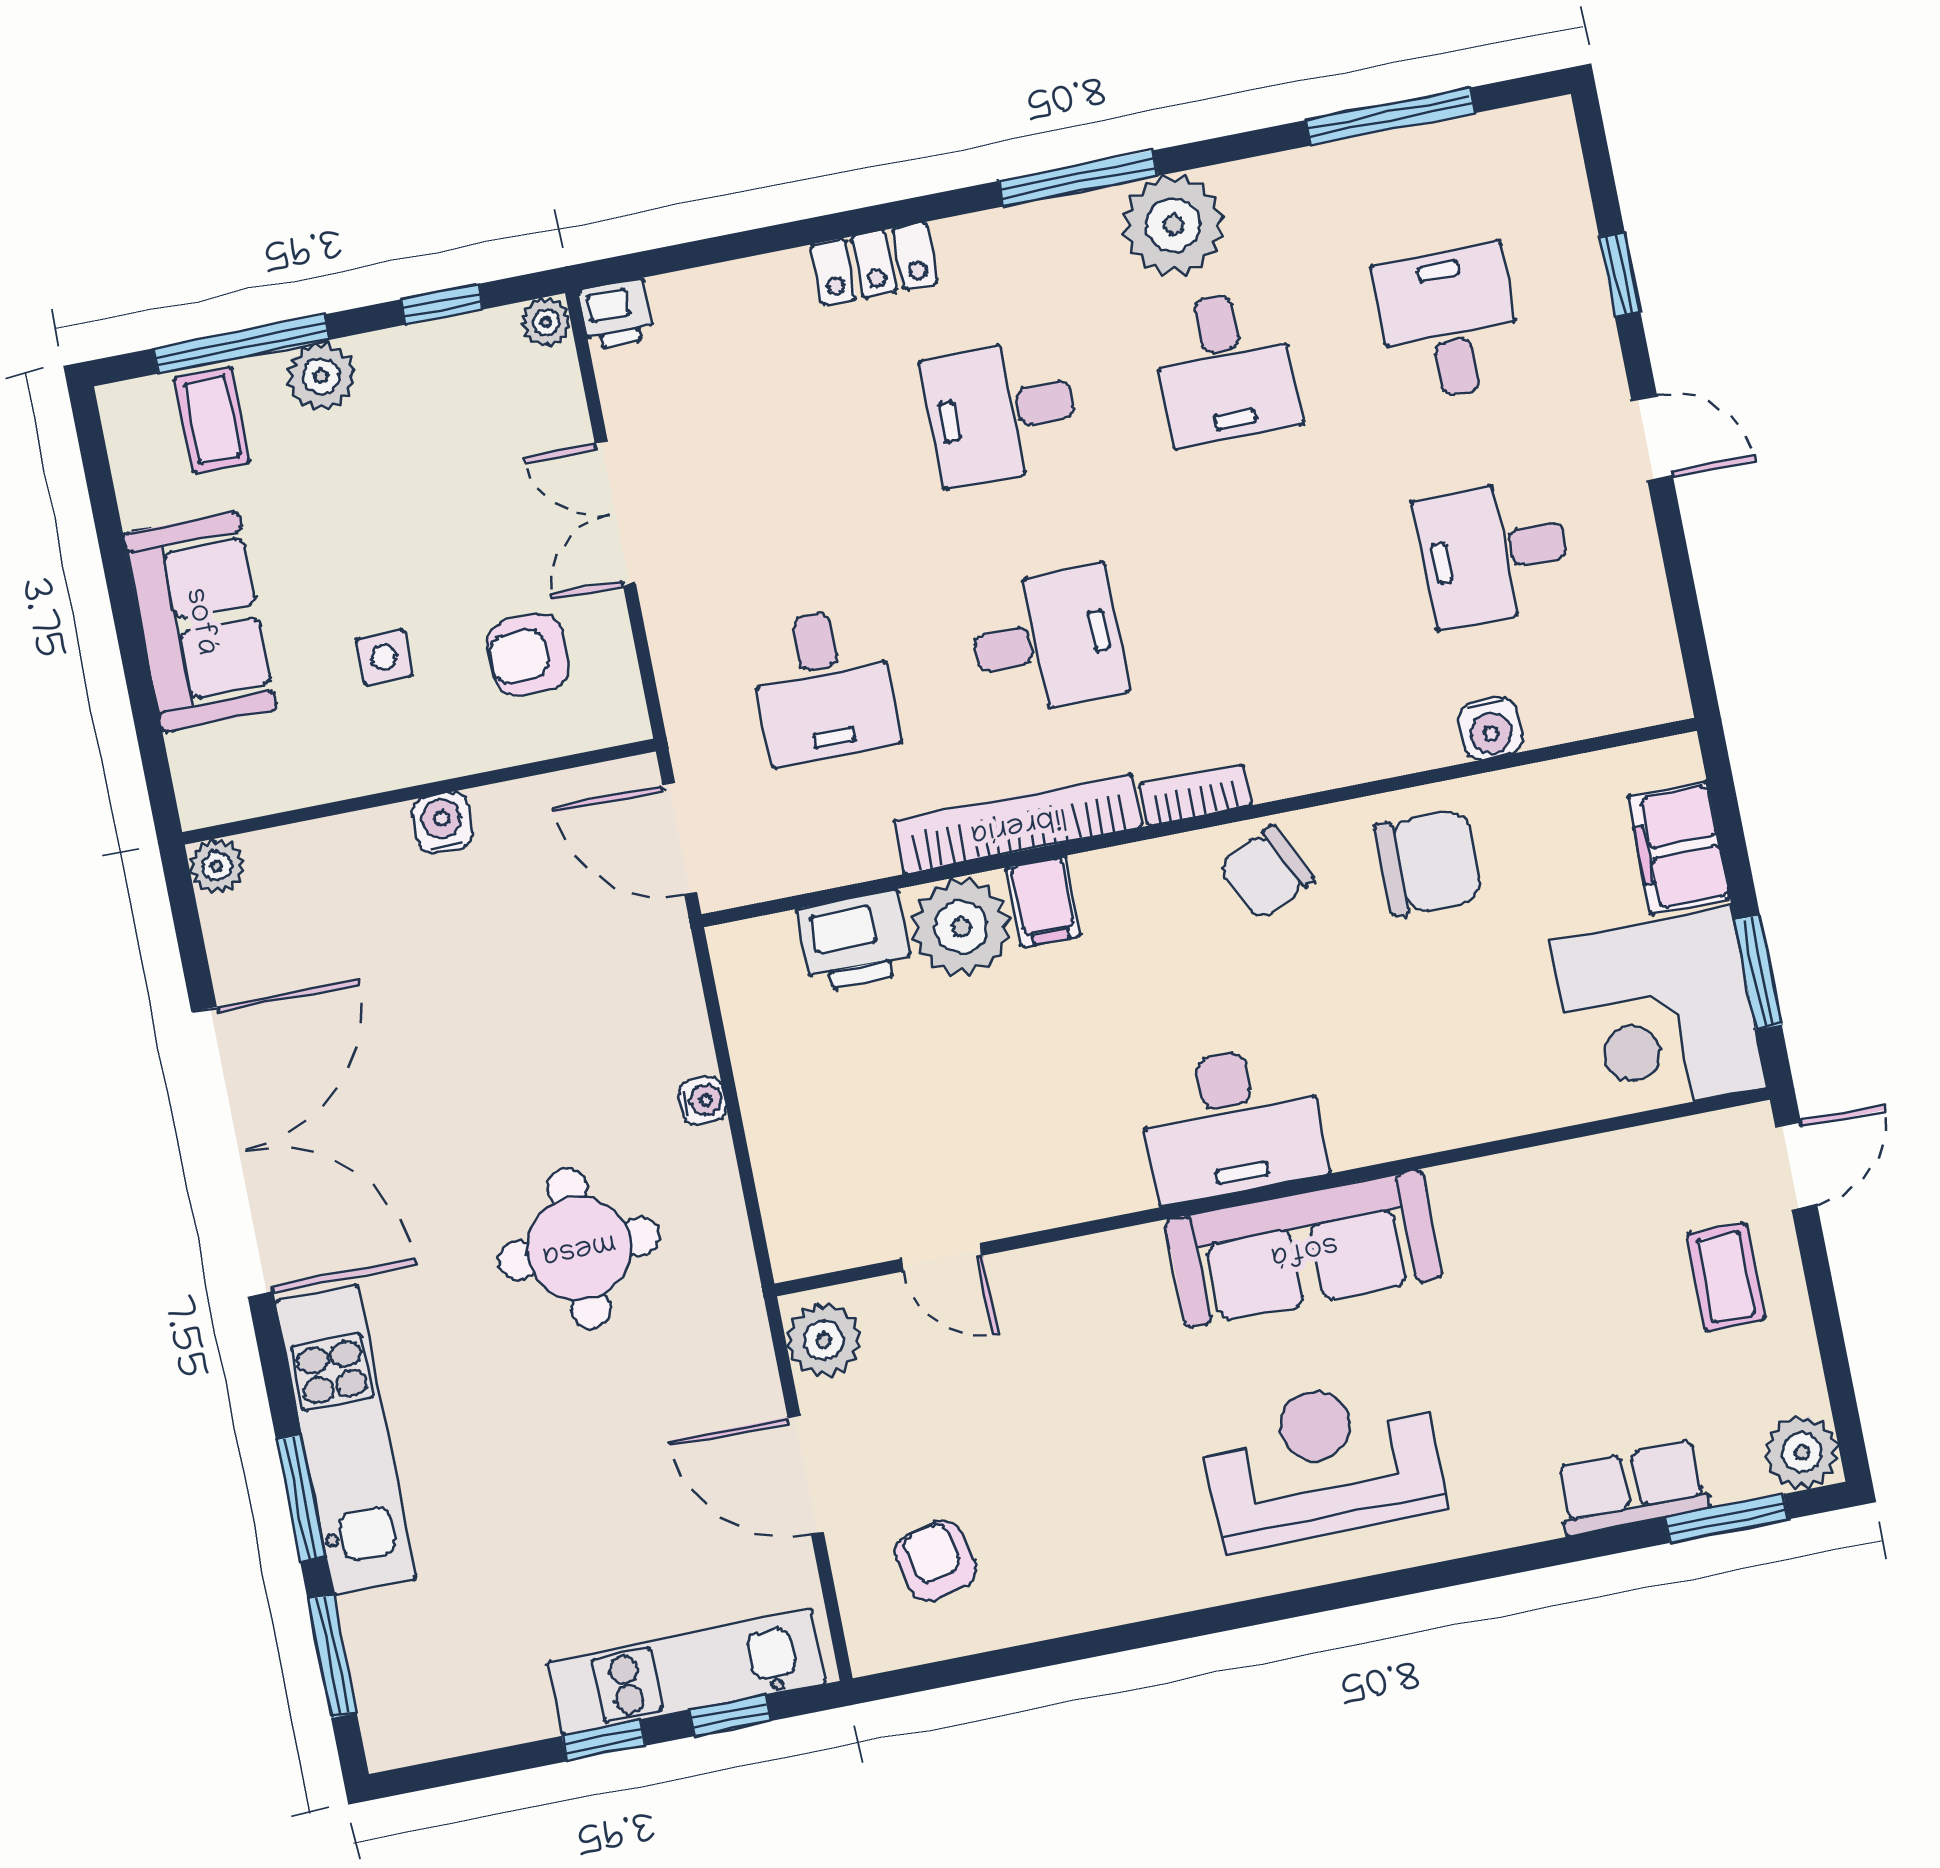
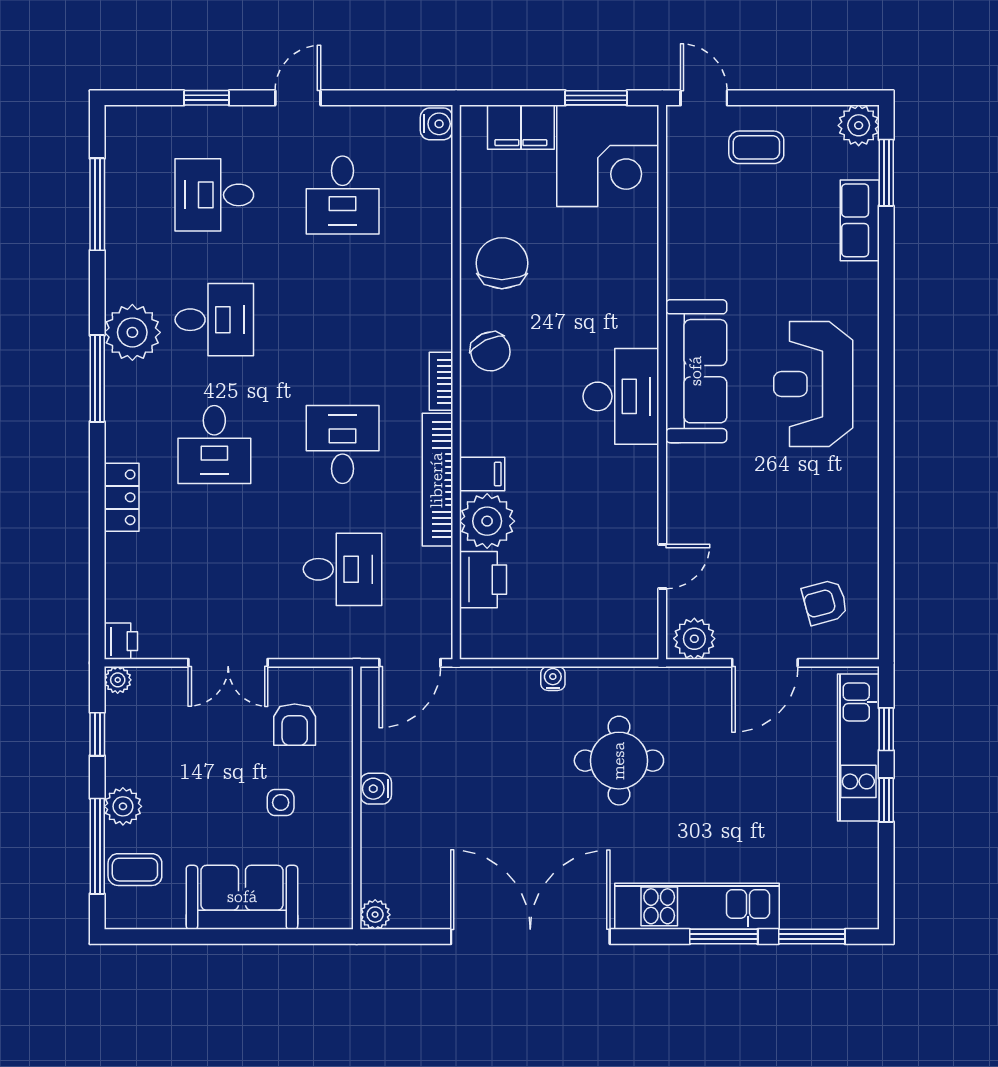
water cooler: (1490, 728) -> (436, 124), moved

